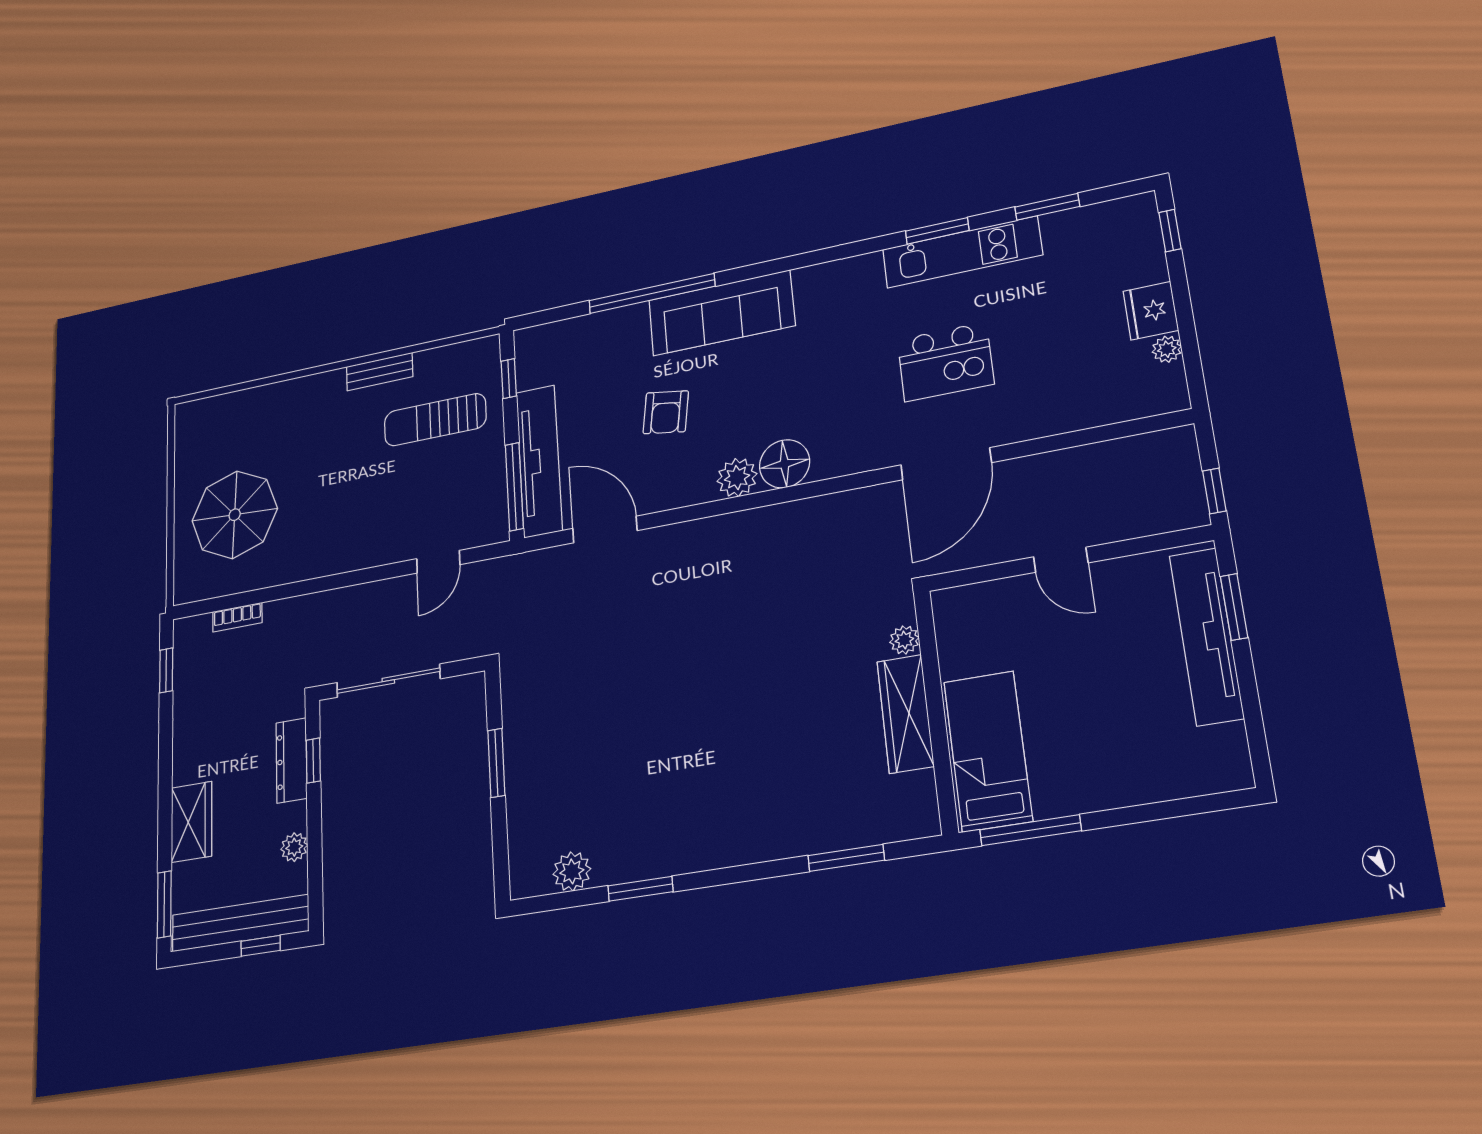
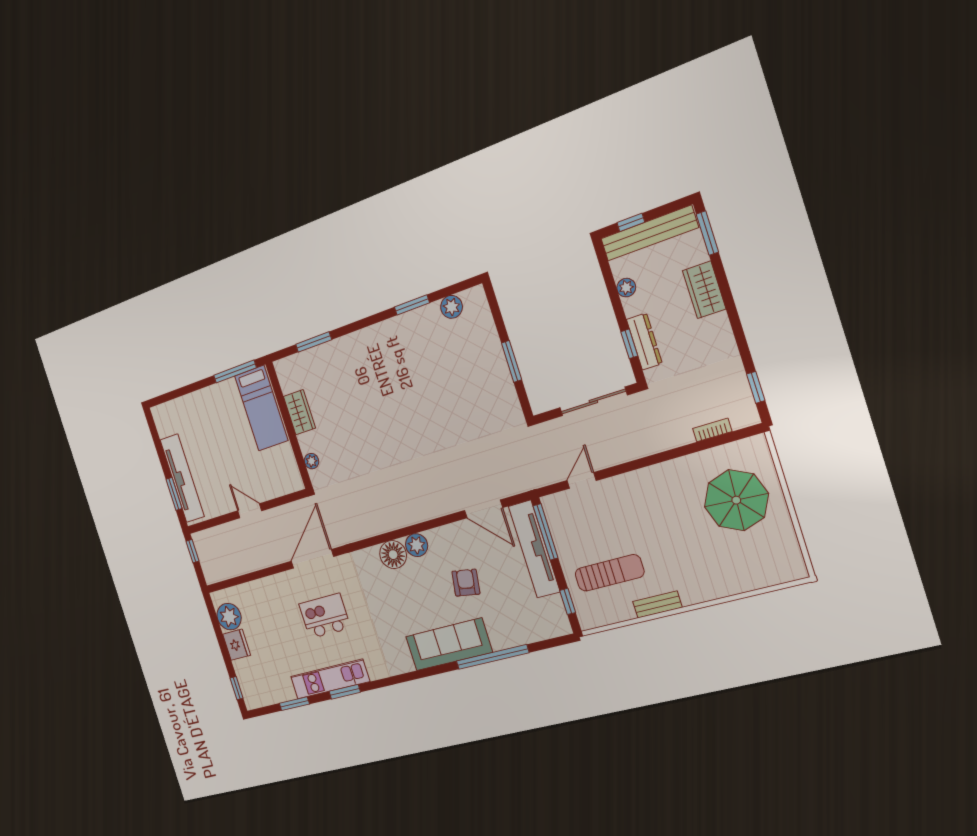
plant: (1167, 349) -> (229, 617), width x1.87, depth x1.87
wardrobe: (905, 714) -> (299, 412), width x0.67

